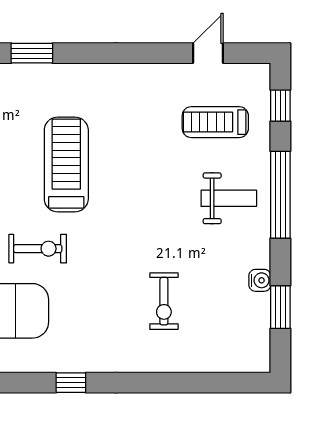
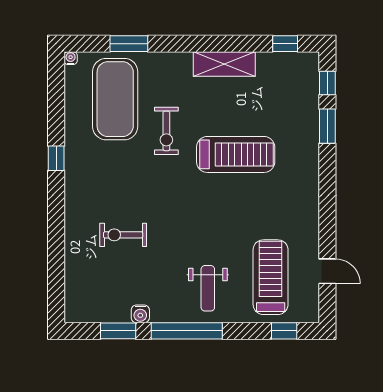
treadmill: (215, 122) -> (271, 277), width x1.37, depth x1.38
window: (280, 195) -> (187, 331), moved

